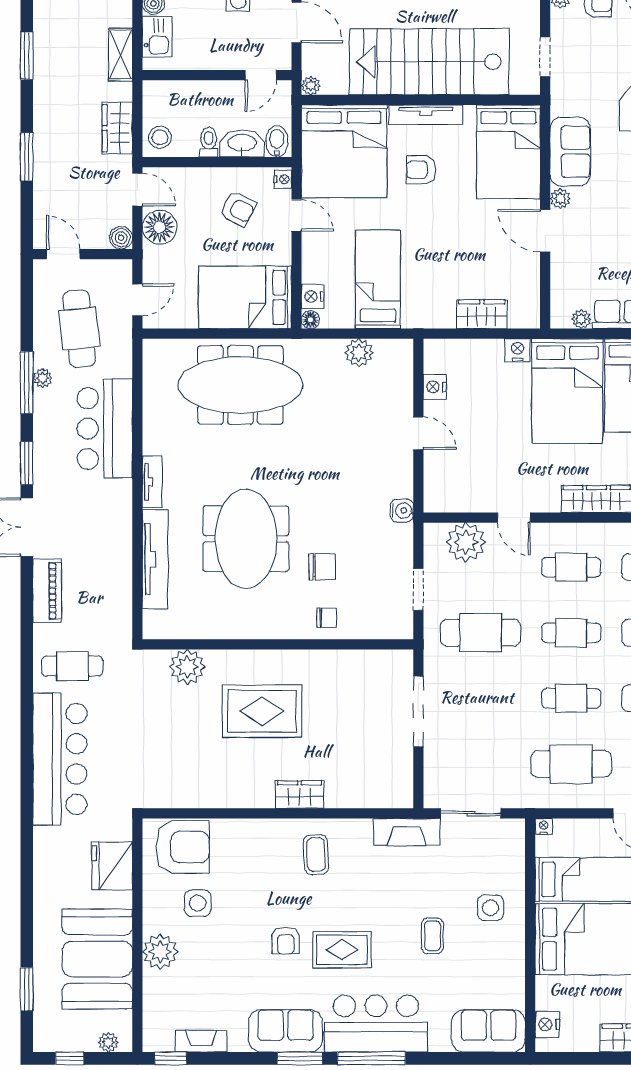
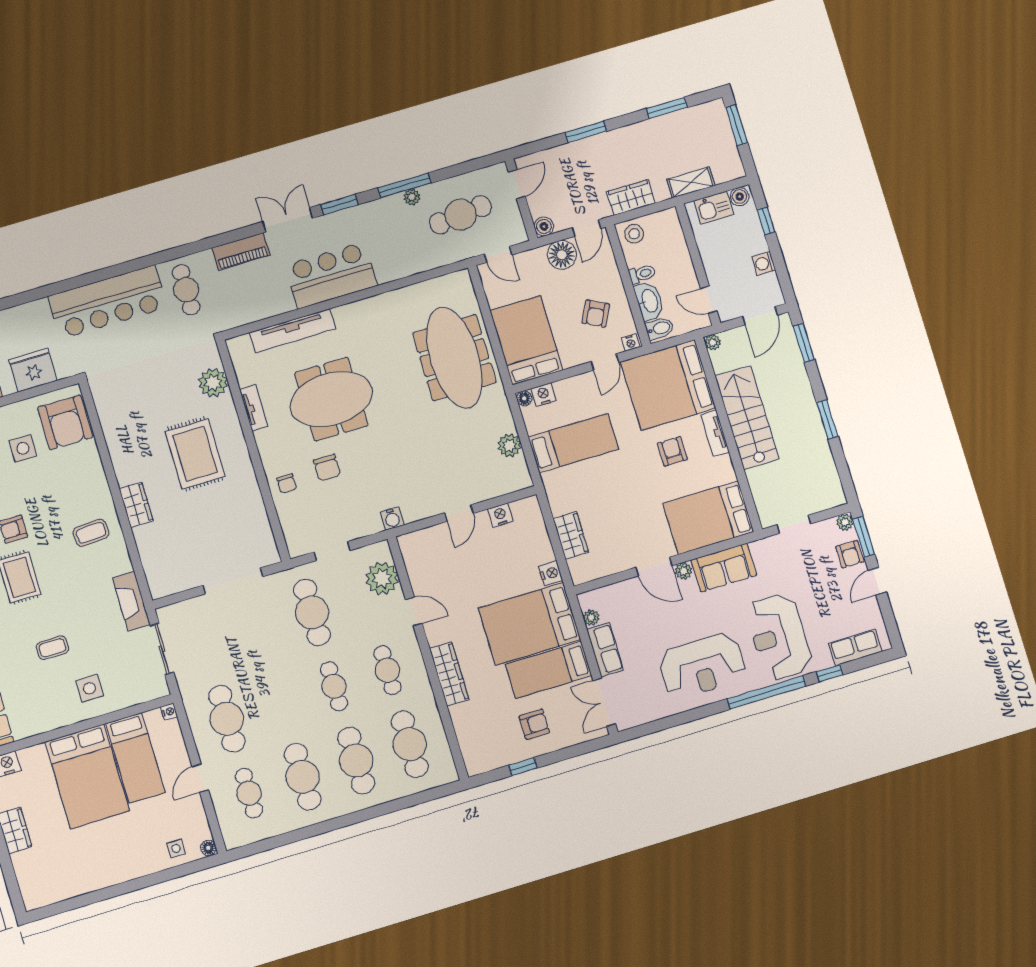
stairs: (429, 62) -> (747, 418), width x0.73, depth x0.66
tv unit: (426, 115) -> (715, 433), width x0.71
door: (545, 231) -> (654, 567), swing flipped
bar counter: (105, 429) -> (331, 275), moved
tv unit: (152, 482) -> (254, 408), moved, turned -90
door: (514, 518) -> (414, 611), swing flipped
cafe table: (571, 698) -> (280, 703), removed

